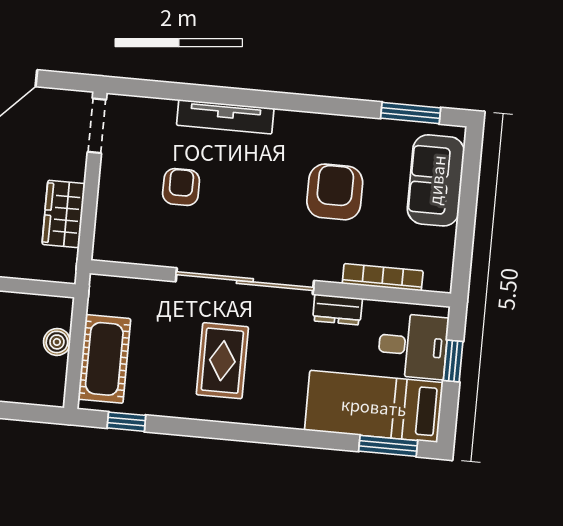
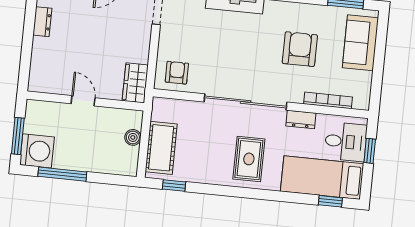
armchair: (181, 187) -> (177, 73), moved
wardrobe: (64, 214) -> (135, 83), moved
rug: (222, 361) -> (249, 159), moved
window: (388, 446) -> (330, 201), width x0.67

